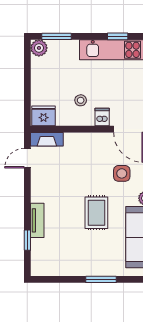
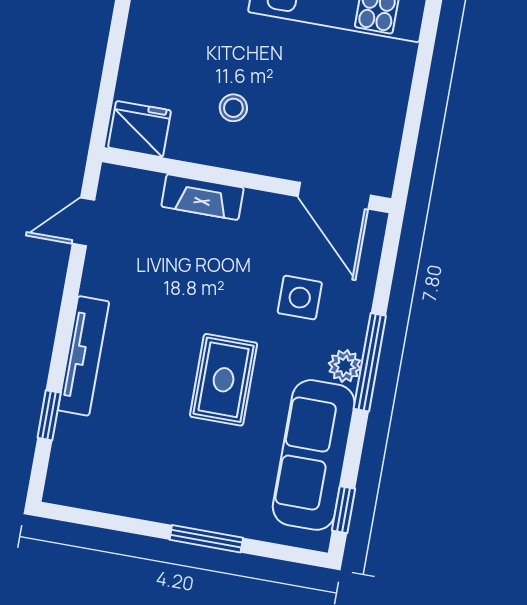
dishwasher: (102, 117) -> (277, 156), removed
fireplace: (47, 139) -> (202, 197), moved
tv unit: (37, 220) -> (83, 356), width x1.41

